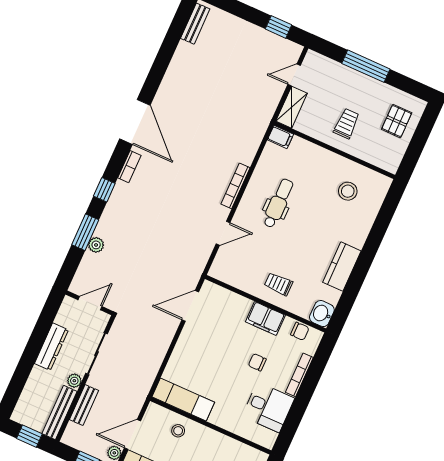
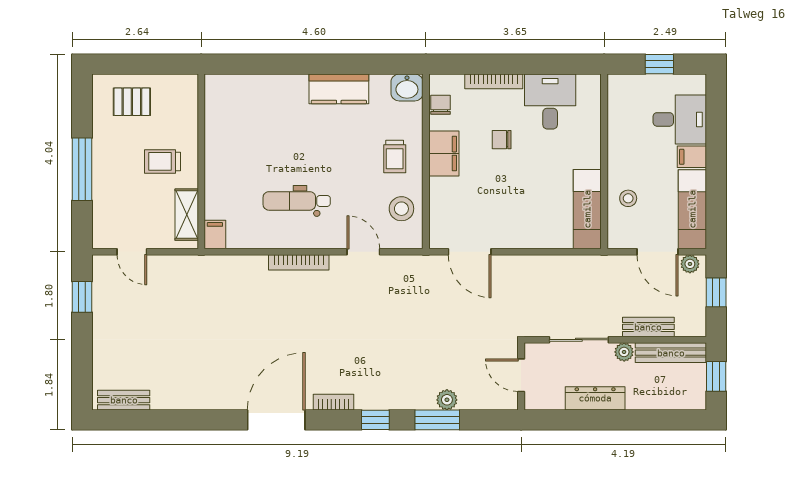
shelving: (292, 107) -> (187, 215), moved, turned 90
stool: (348, 191) -> (401, 209), moved
chair: (257, 362) -> (502, 140), turned 90

